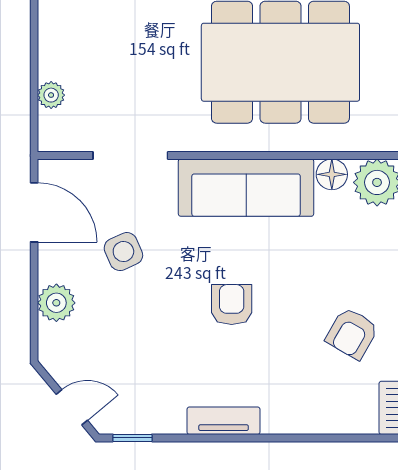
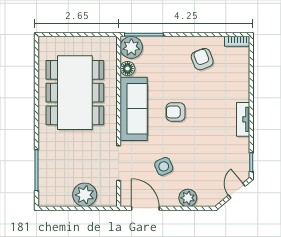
plant: (51, 95) -> (85, 195), width x1.87, depth x1.87
door: (34, 212) -> (145, 208), hinge flipped
armchair: (232, 305) -> (176, 112), moved
armchair: (352, 333) -> (202, 59), turned -141

